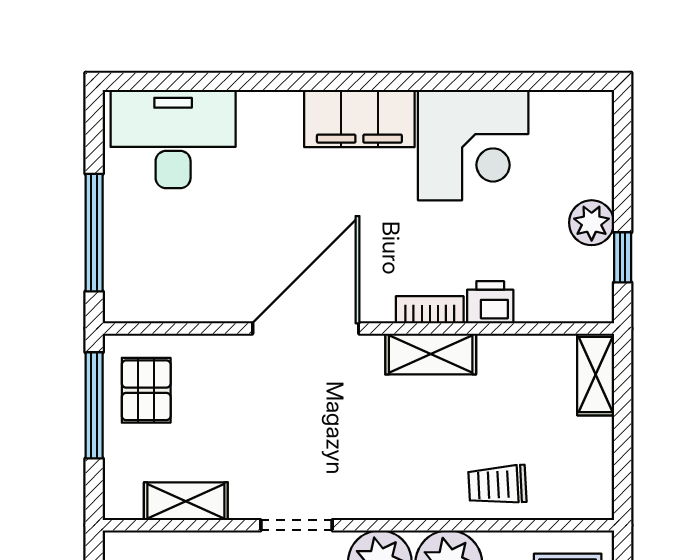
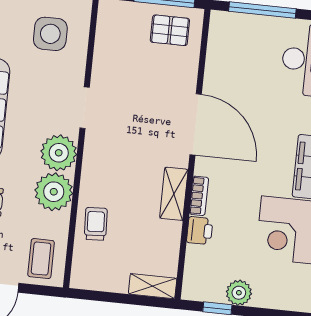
shelving: (186, 501) -> (105, 46), removed

